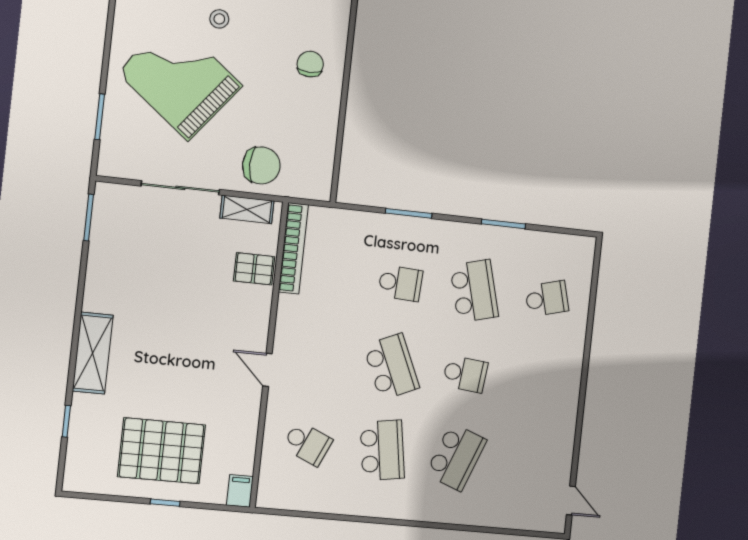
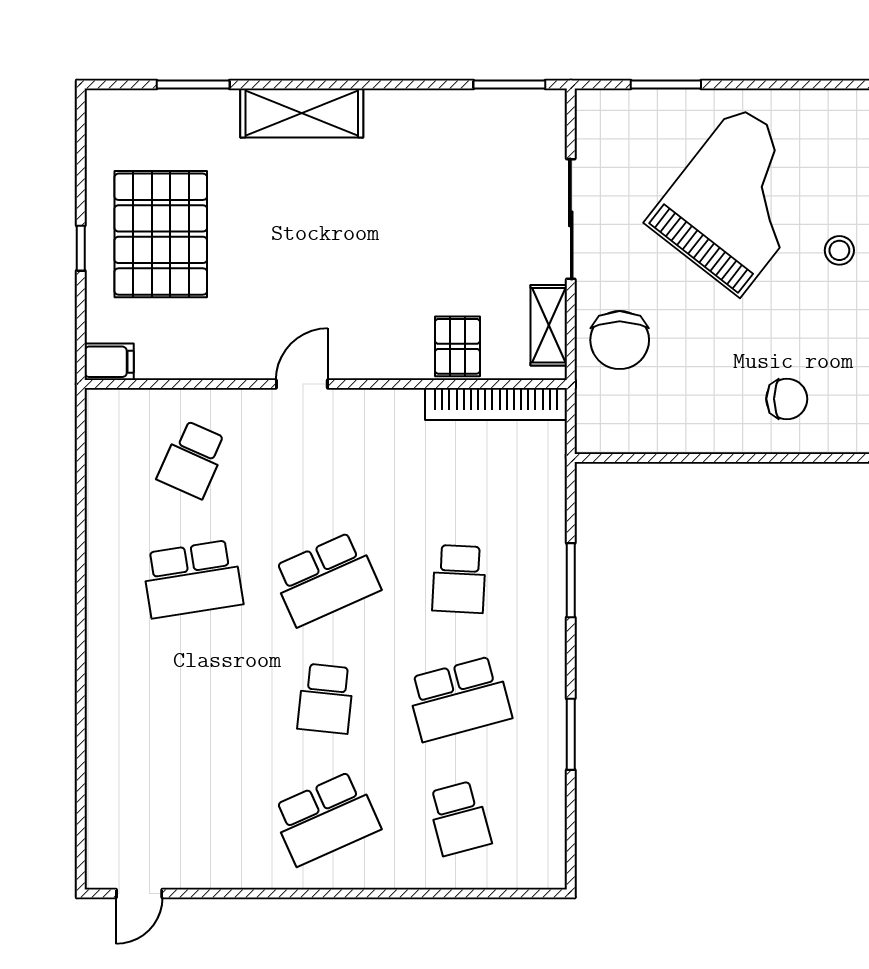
window: (66, 421) -> (193, 85), width x1.50
school desk: (456, 457) -> (326, 818), moved, turned -45

